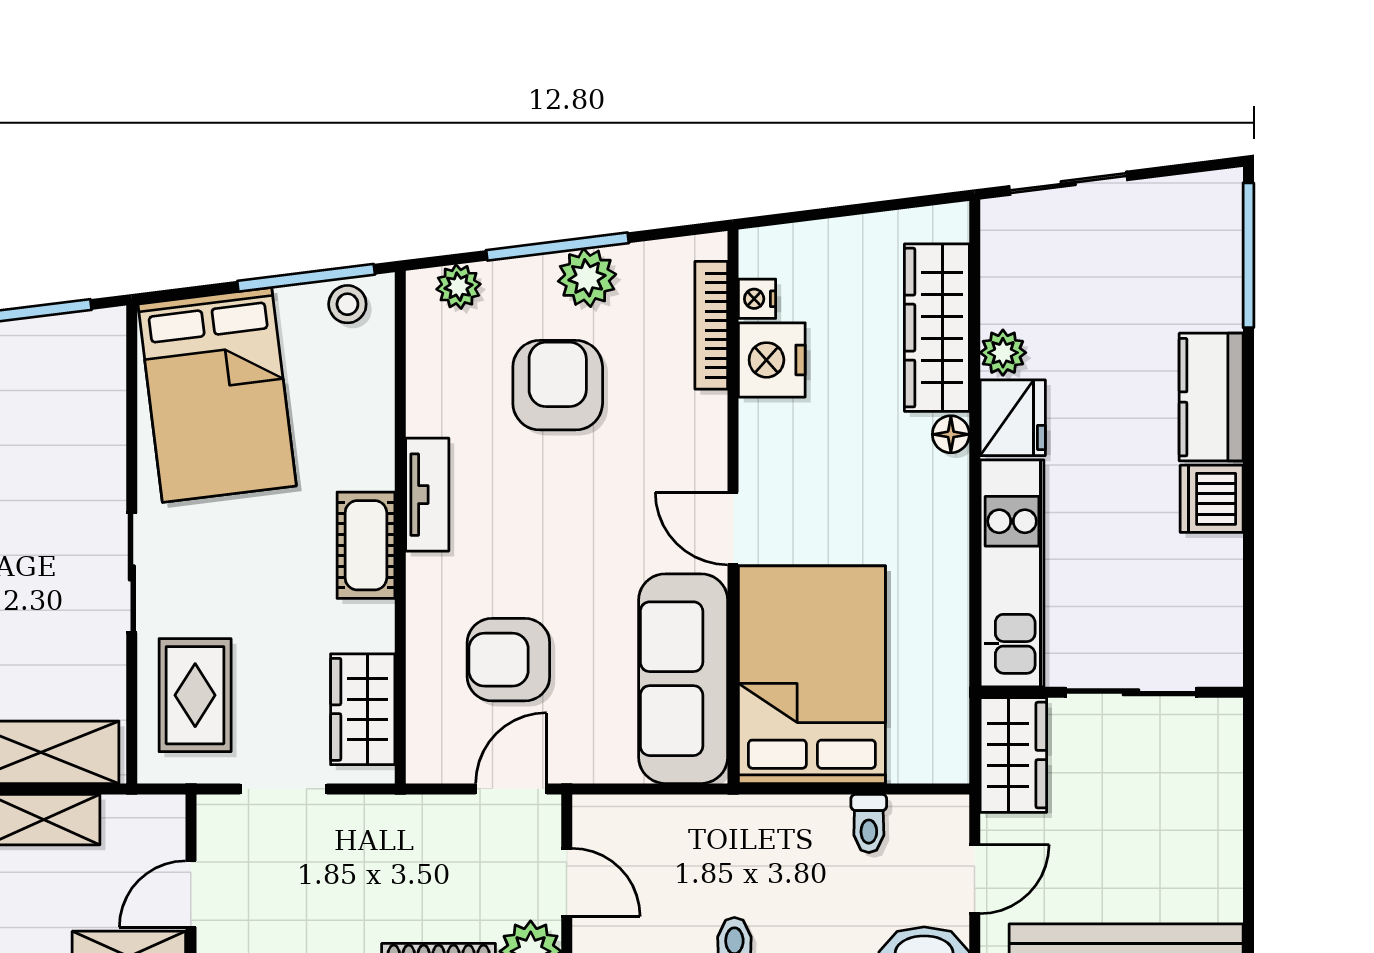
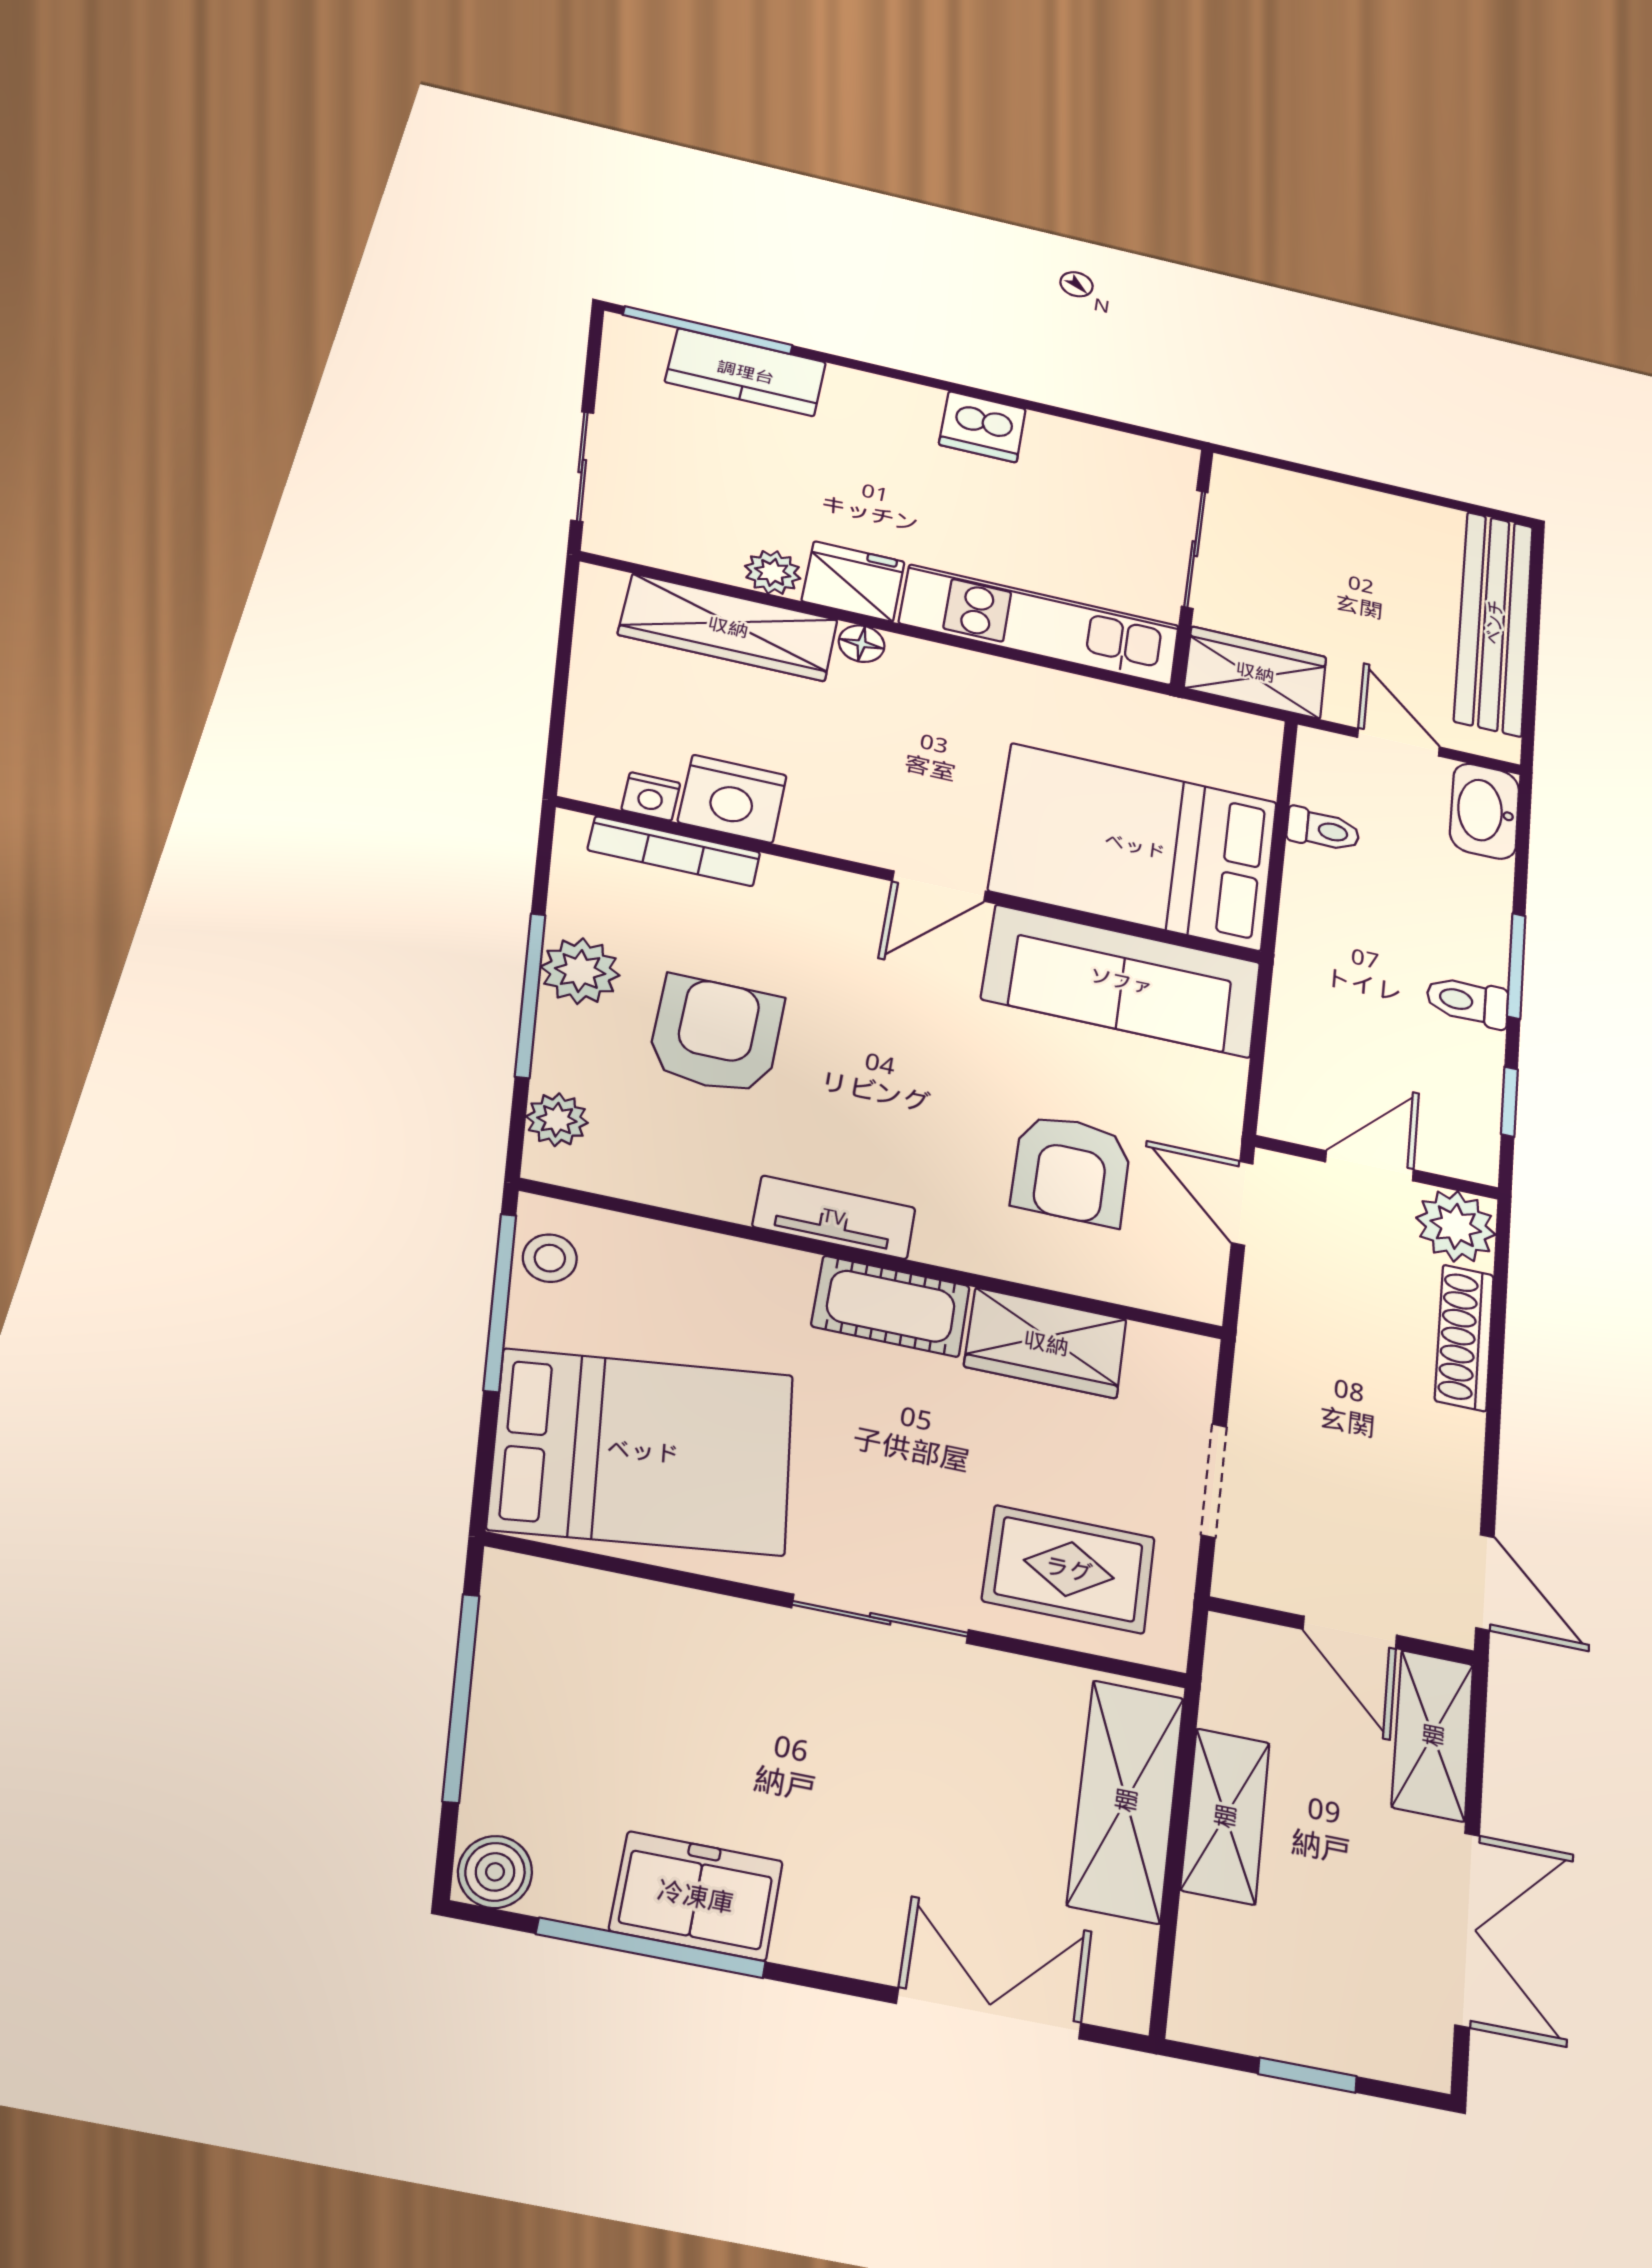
armchair: (558, 385) -> (716, 1035), turned 90
kitchen counter: (1211, 397) -> (746, 372), moved
wardrobe: (363, 709) -> (1046, 1343), moved

